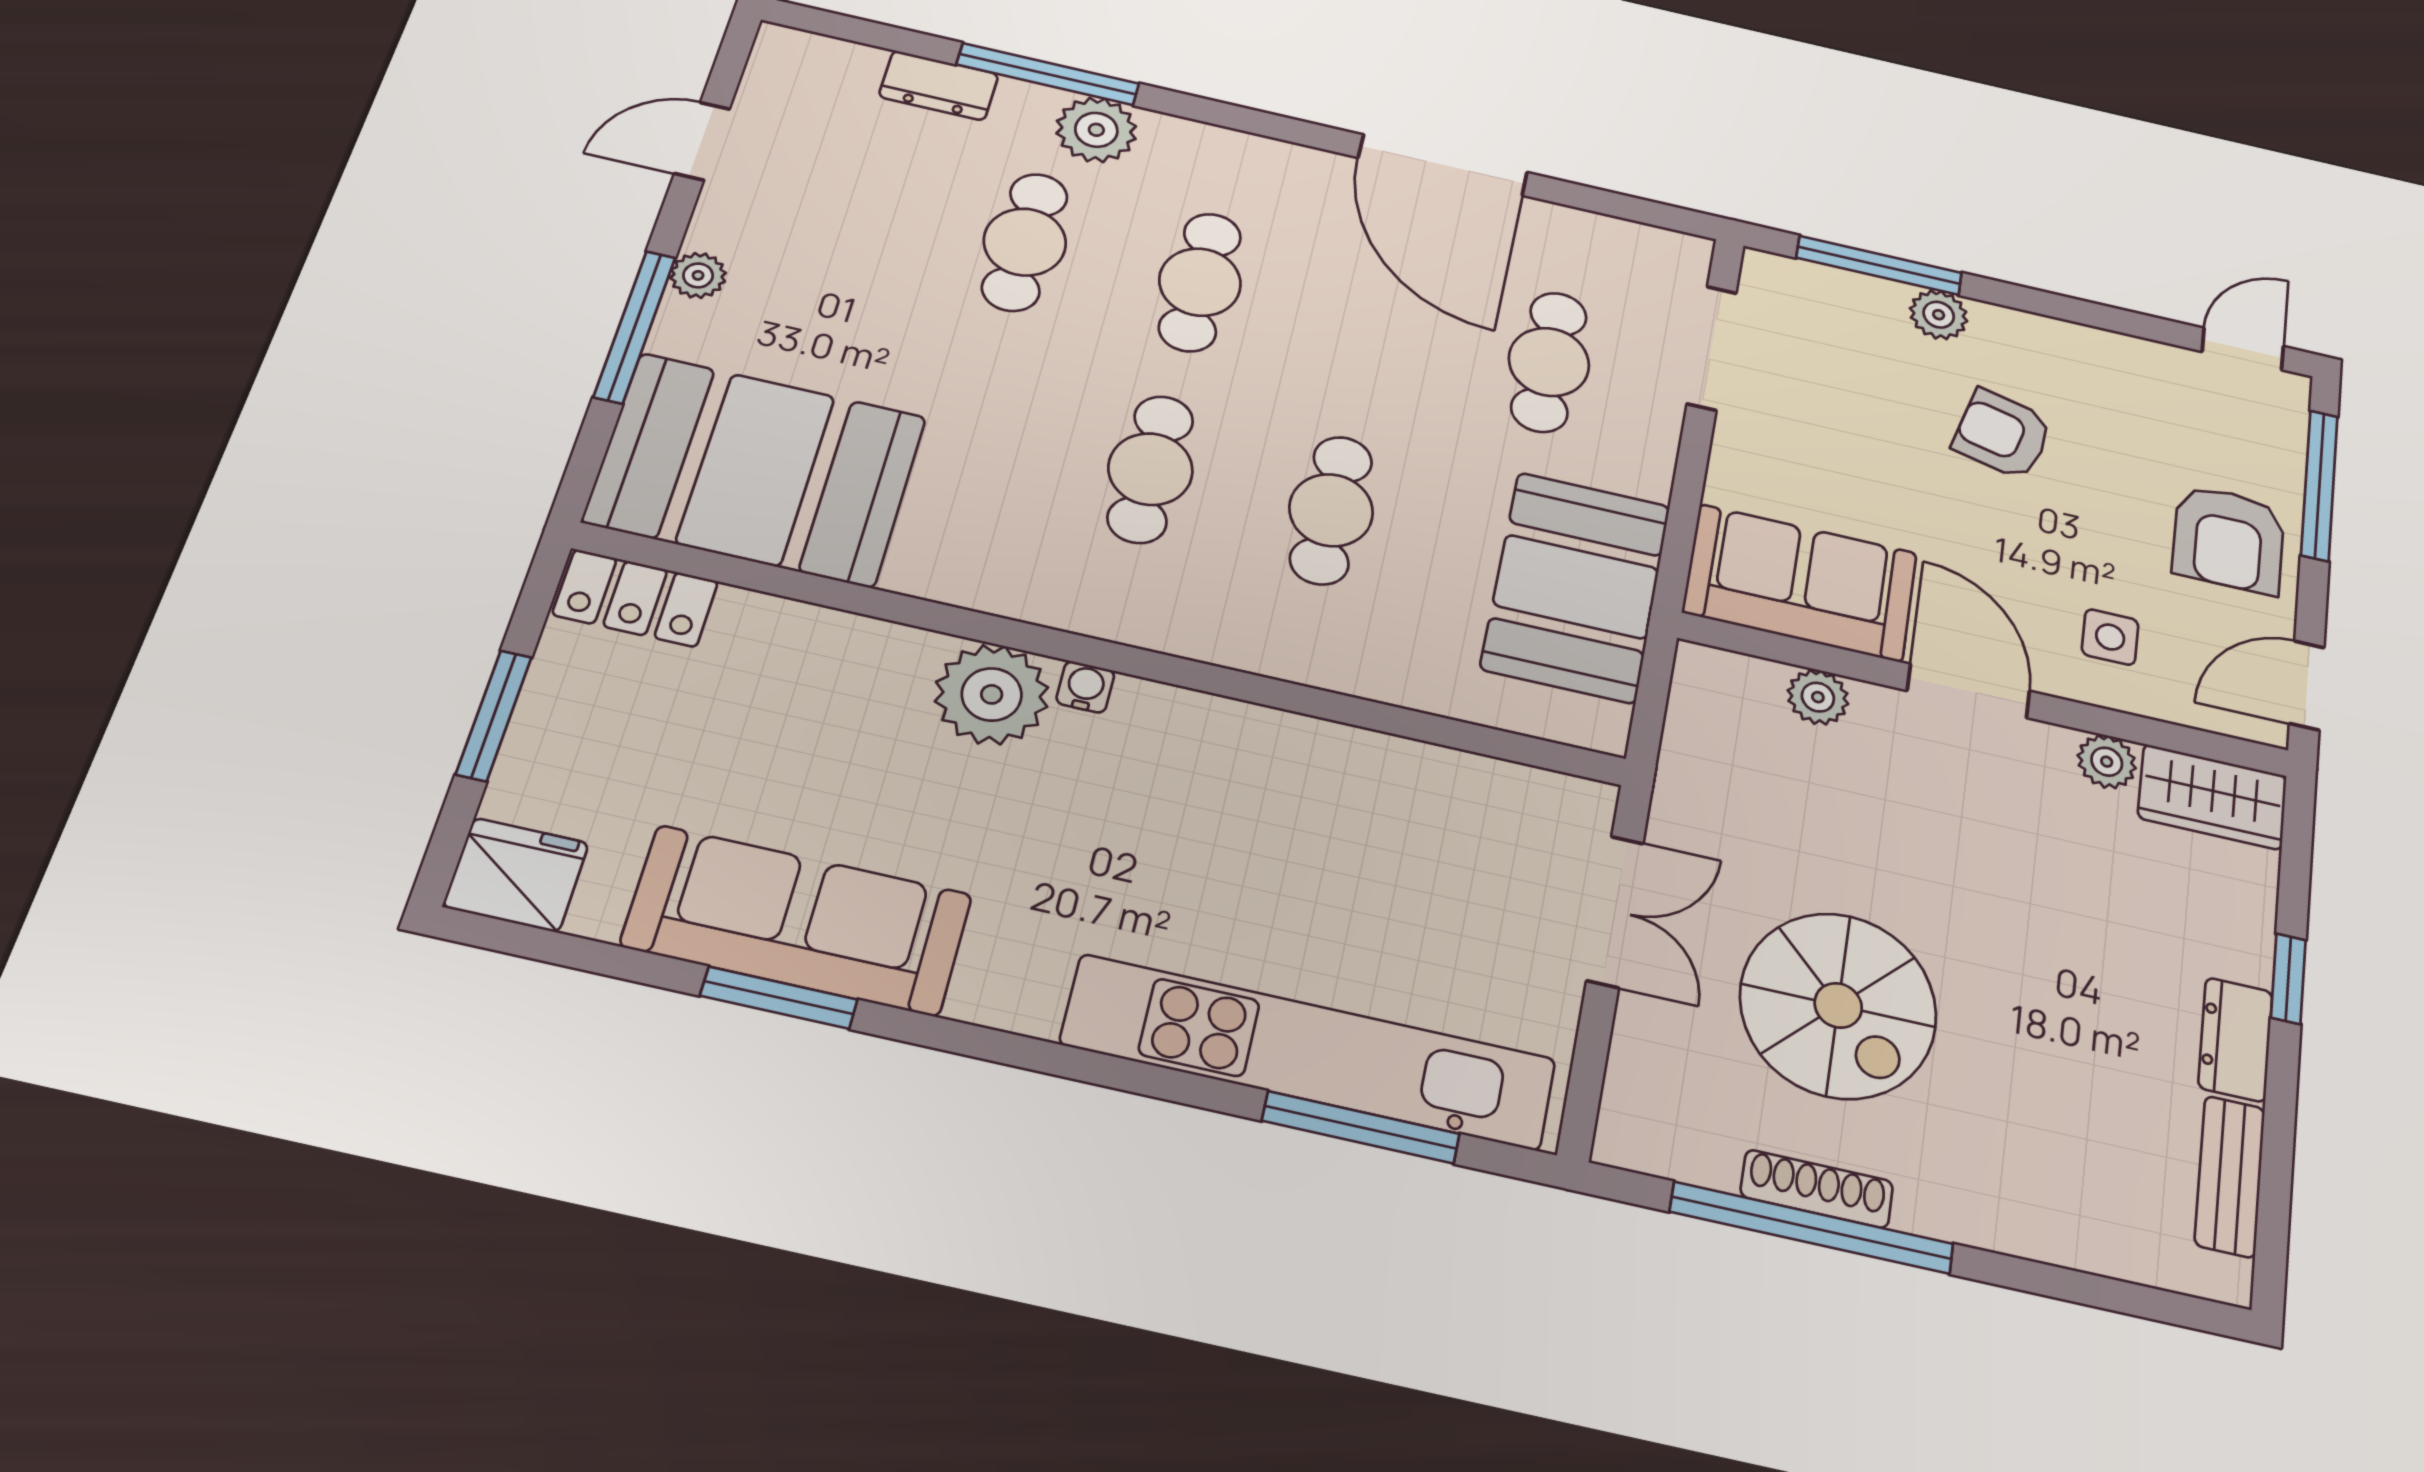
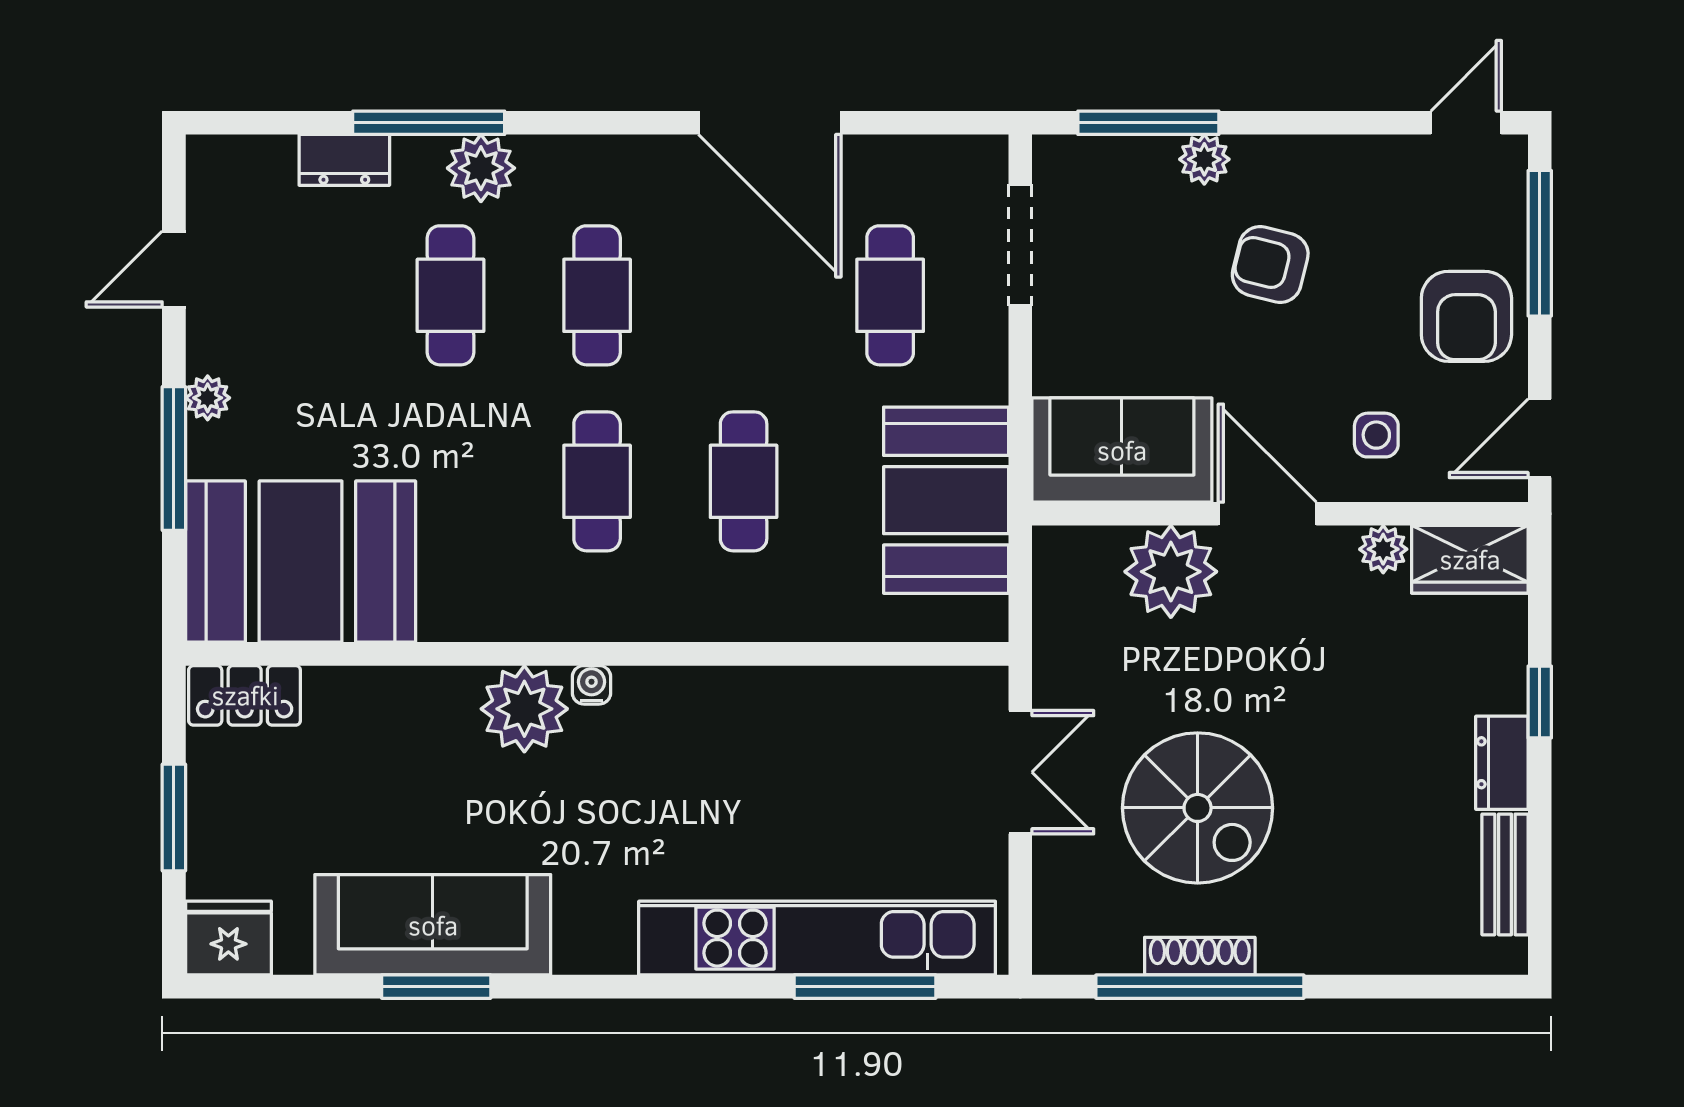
plant: (1818, 697) -> (1171, 572), width x1.88, depth x1.88

